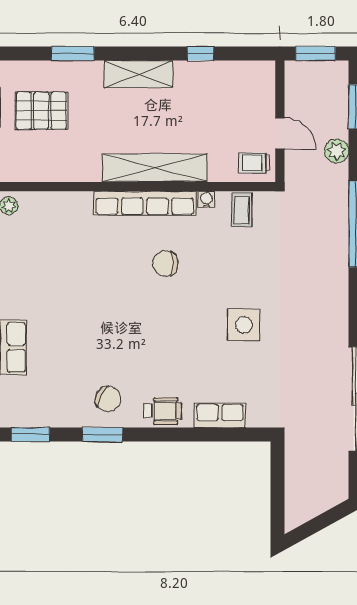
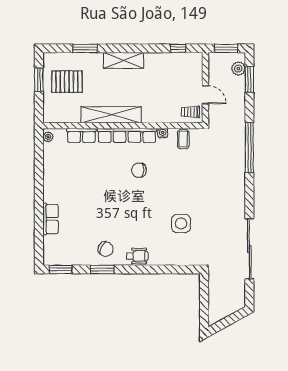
window: (200, 54) -> (178, 48), moved
plant: (337, 151) -> (238, 69), moved
shelving: (155, 168) -> (111, 115), moved
side table: (244, 325) -> (181, 223), moved
row of seats: (220, 415) -> (81, 135), moved, turned 180

